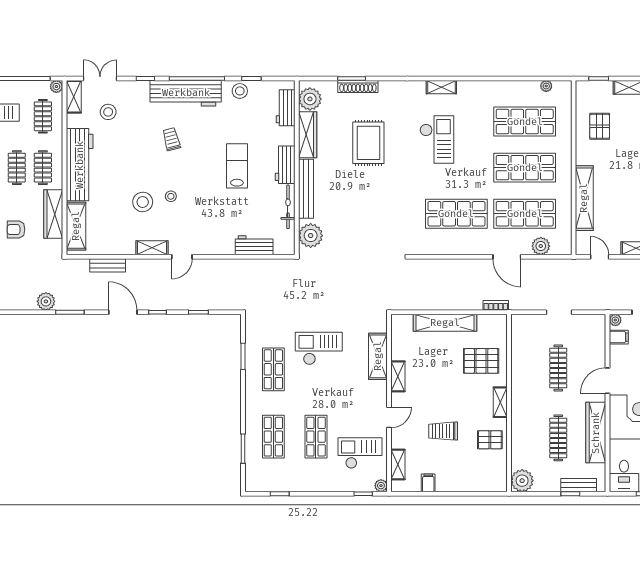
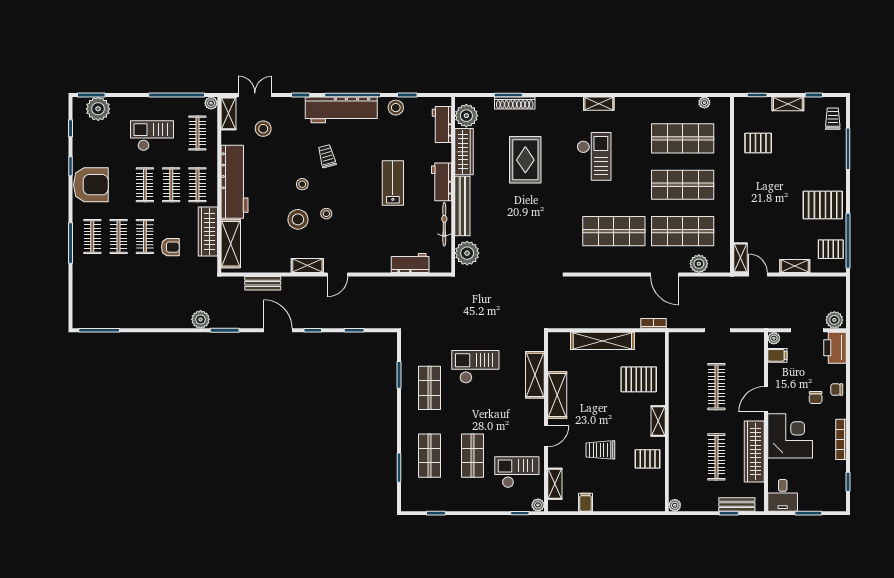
pallet: (600, 126) -> (758, 143), turned 90
stool: (147, 167) -> (302, 184), added
shelving: (584, 198) -> (740, 258), moved, width x0.45, depth x0.75
armchair: (16, 230) -> (170, 247), turned 180
shelving: (398, 376) -> (557, 395), width x1.50, depth x1.33
plant: (522, 481) -> (675, 505), width x0.53, depth x0.53

